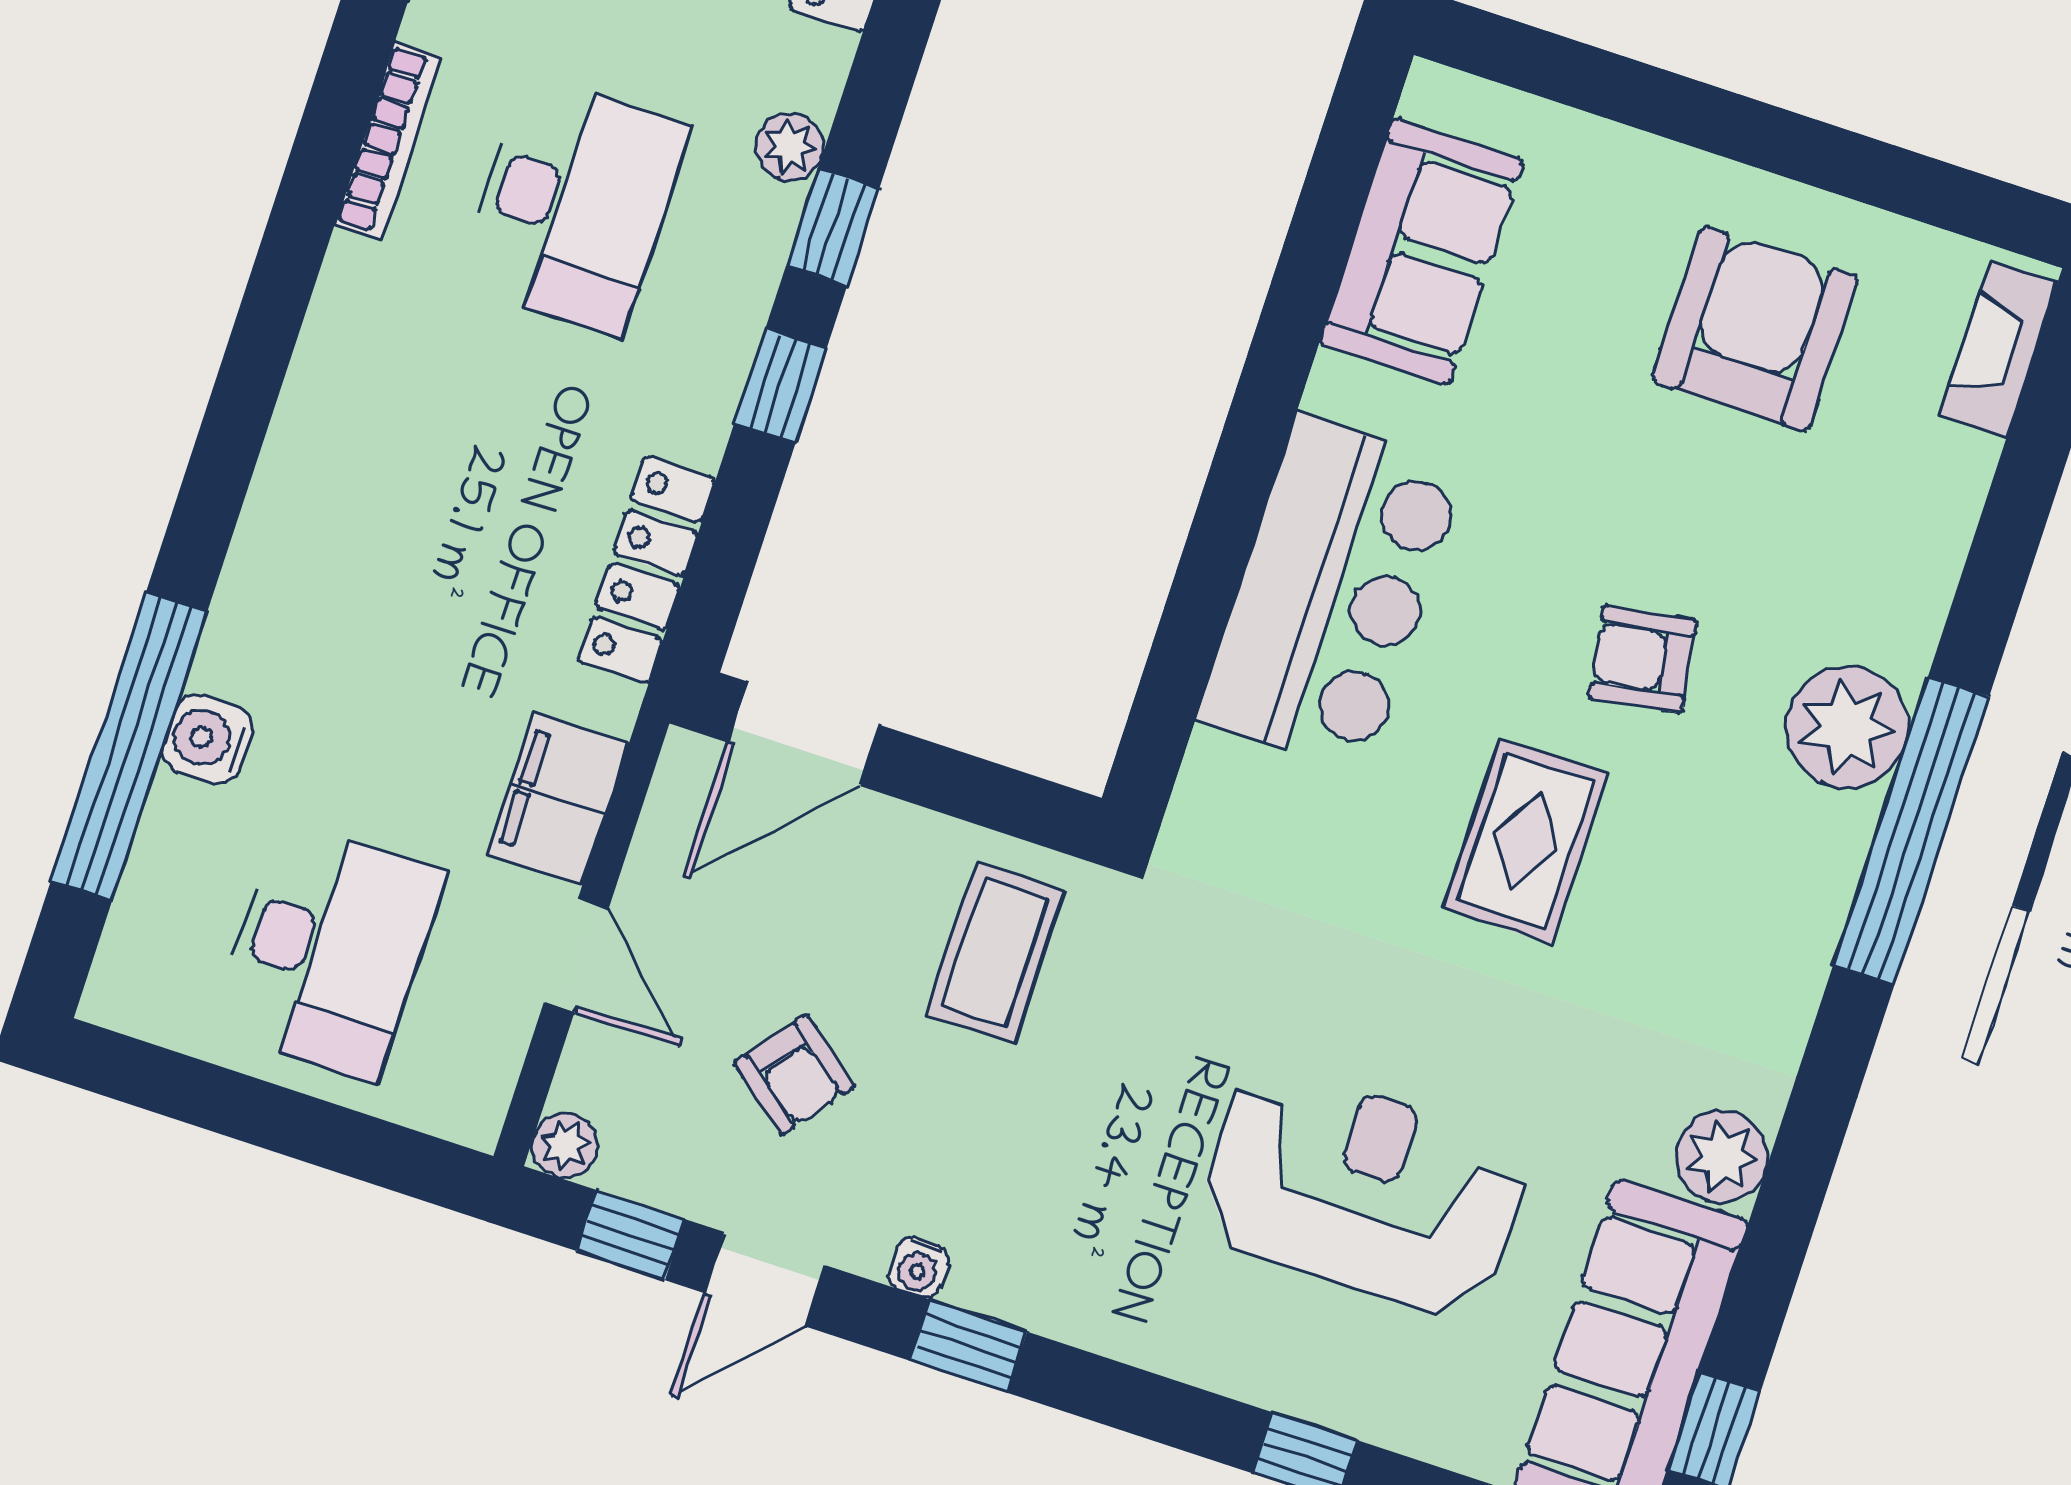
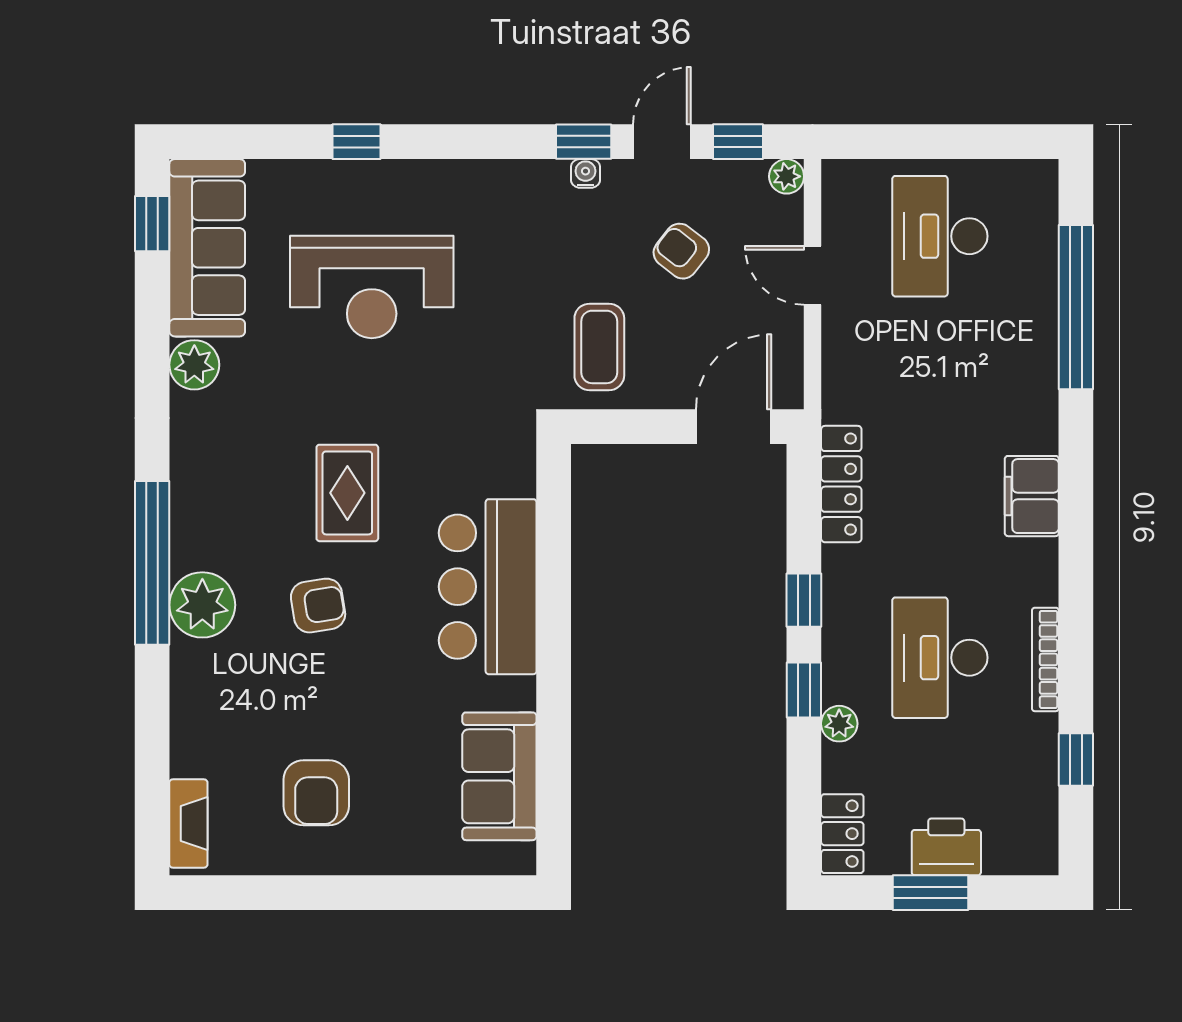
armchair: (1755, 329) -> (316, 793), width x0.73, depth x0.73
water cooler: (208, 739) -> (1037, 324), removed
filing cabinet: (558, 799) -> (1032, 496), moved, turned 180
window: (968, 1346) -> (584, 142), moved

